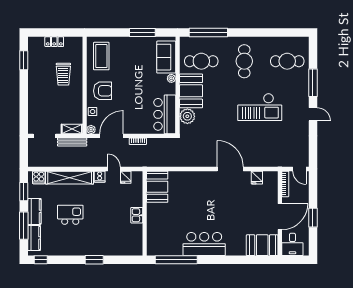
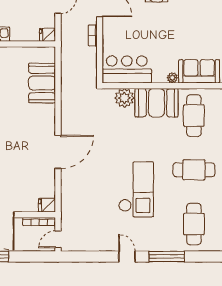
checkout: (260, 107) -> (136, 189), turned 180
door: (313, 114) -> (127, 256), swing flipped
fridge: (126, 177) -> (47, 35), moved
fridge: (257, 178) -> (47, 205), moved
booth: (157, 187) -> (42, 83), moved, turned 90

